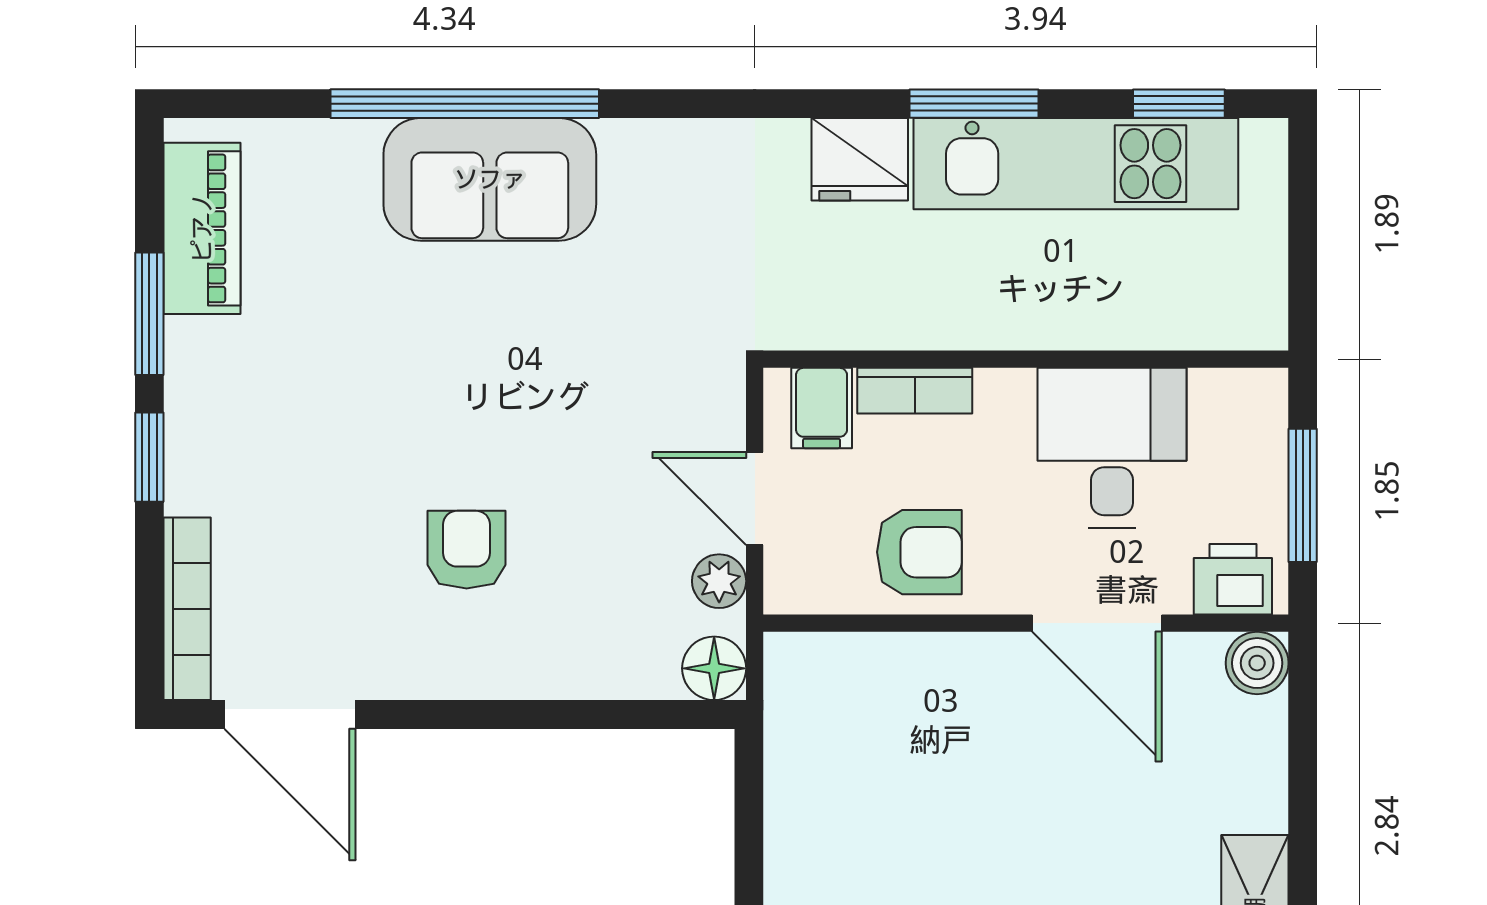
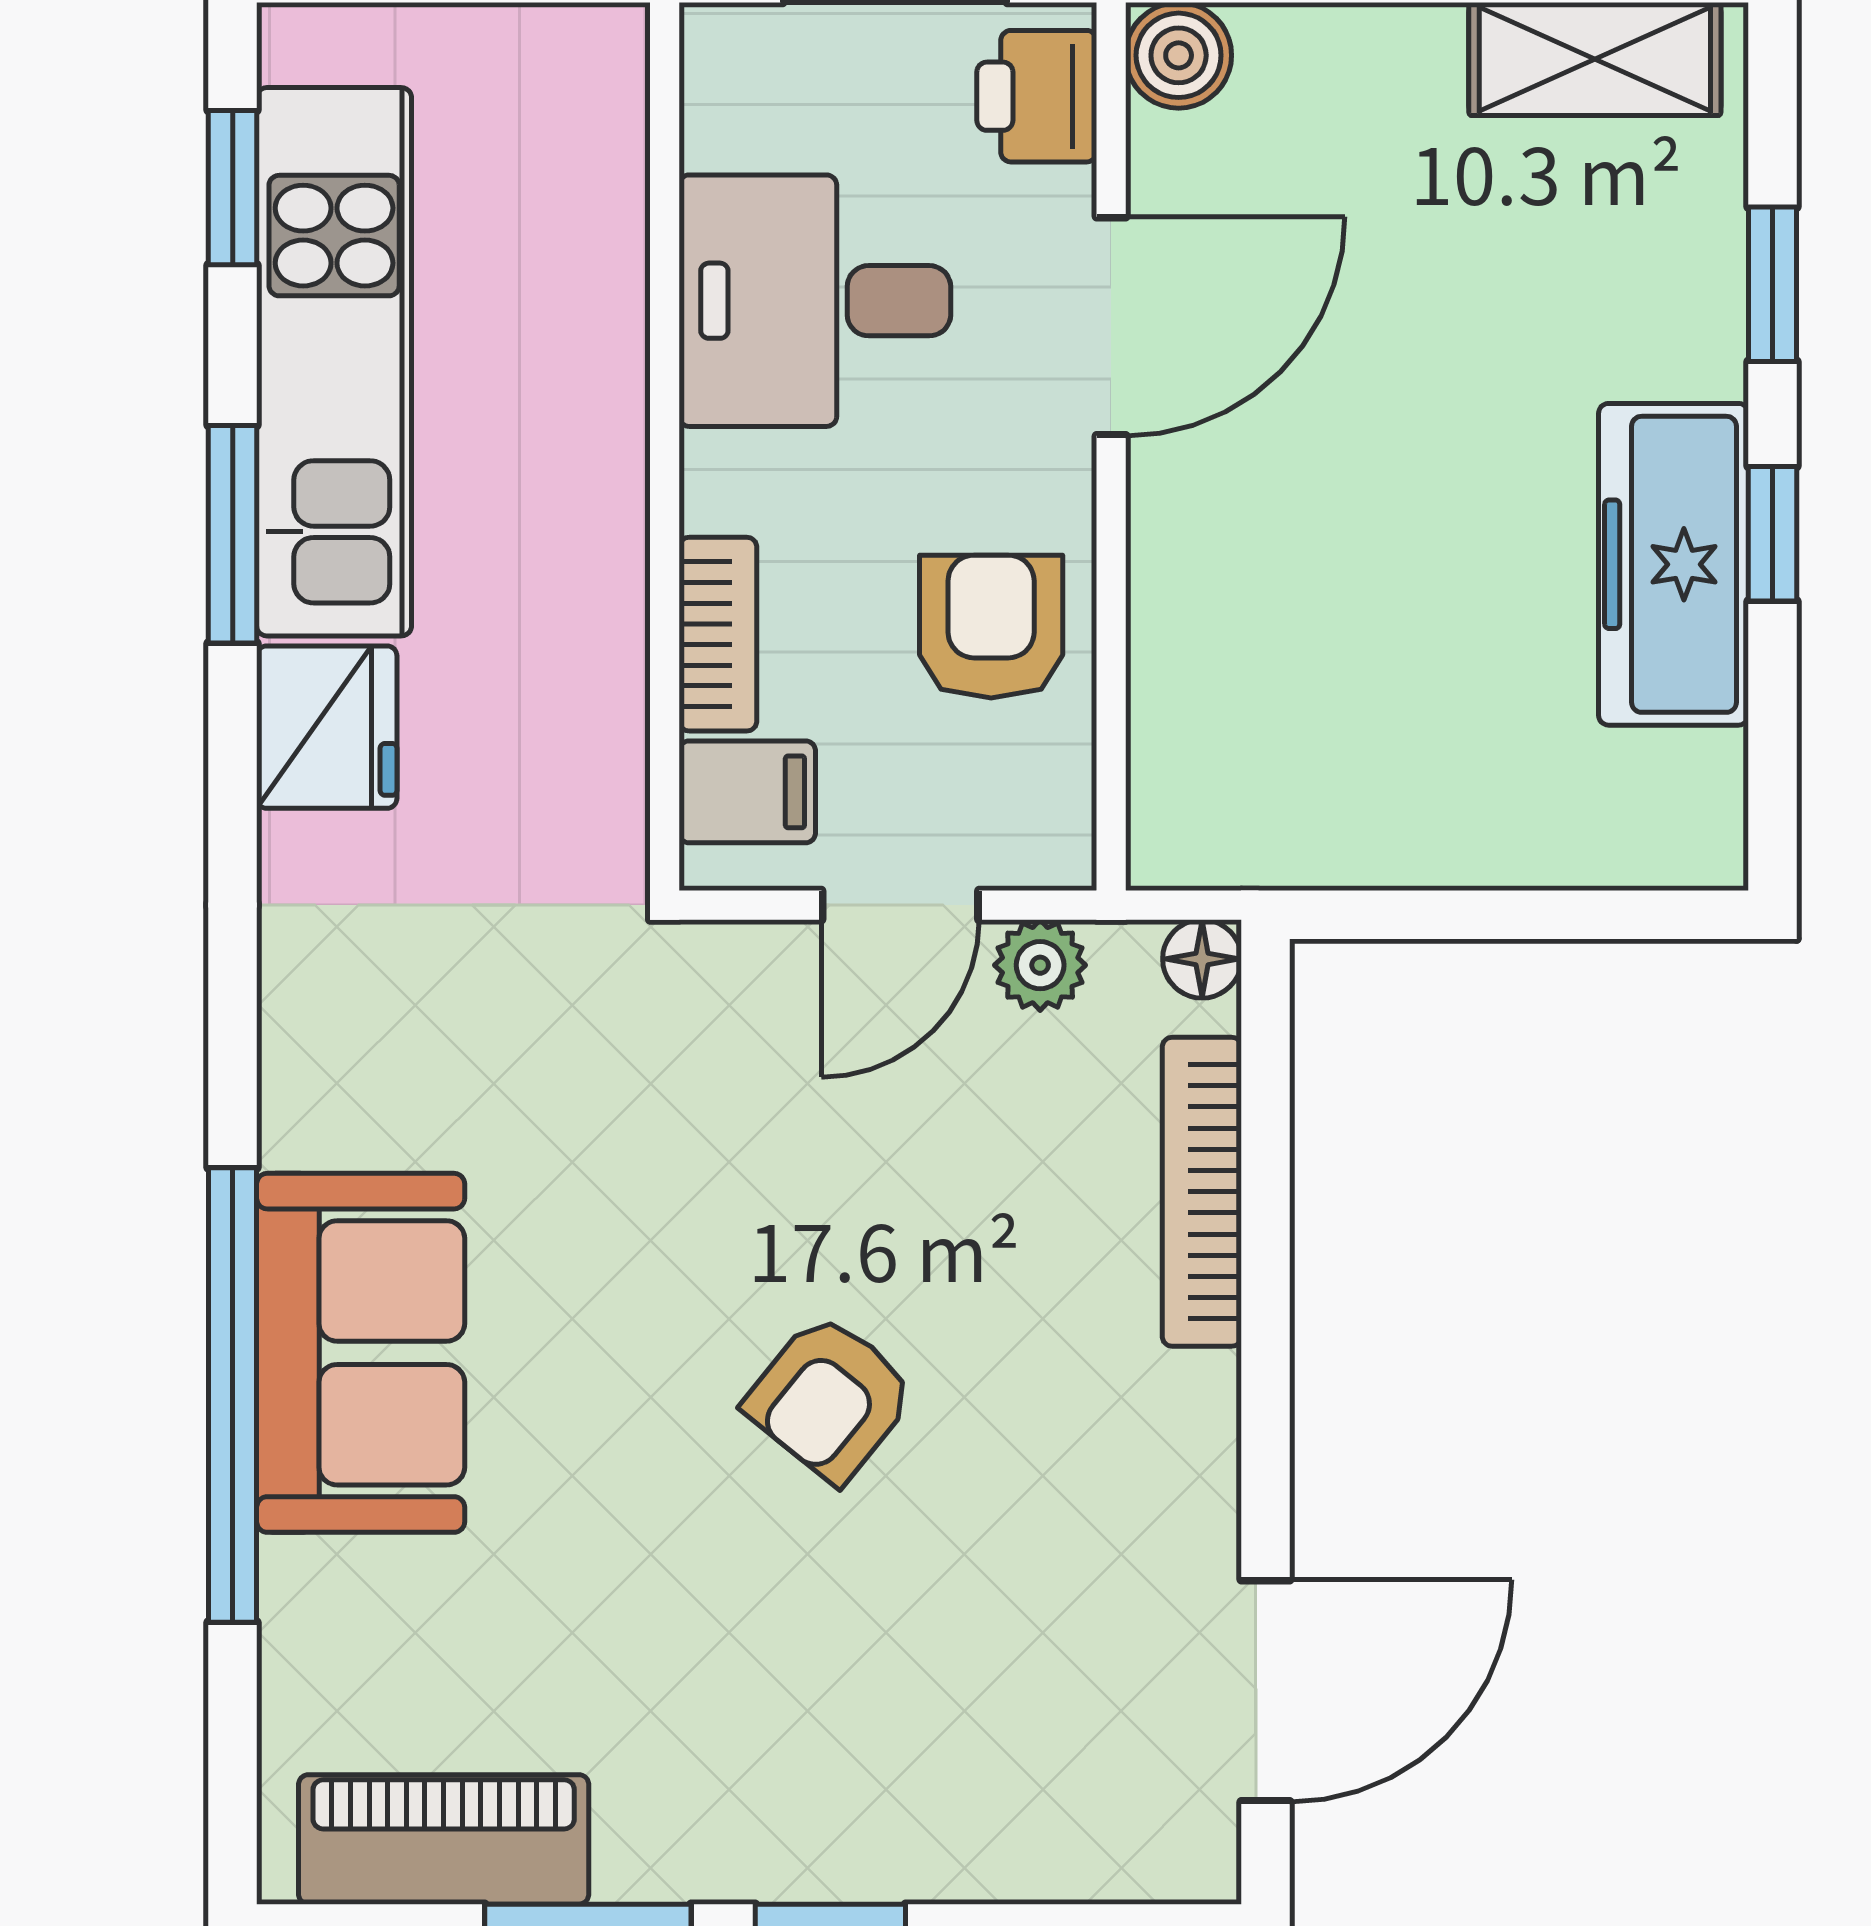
armchair: (467, 550) -> (830, 1398), moved, turned -51
bookcase: (187, 609) -> (1202, 1192), moved, turned -90
floor lamp: (714, 668) -> (1202, 959), width x0.73, depth x0.73

